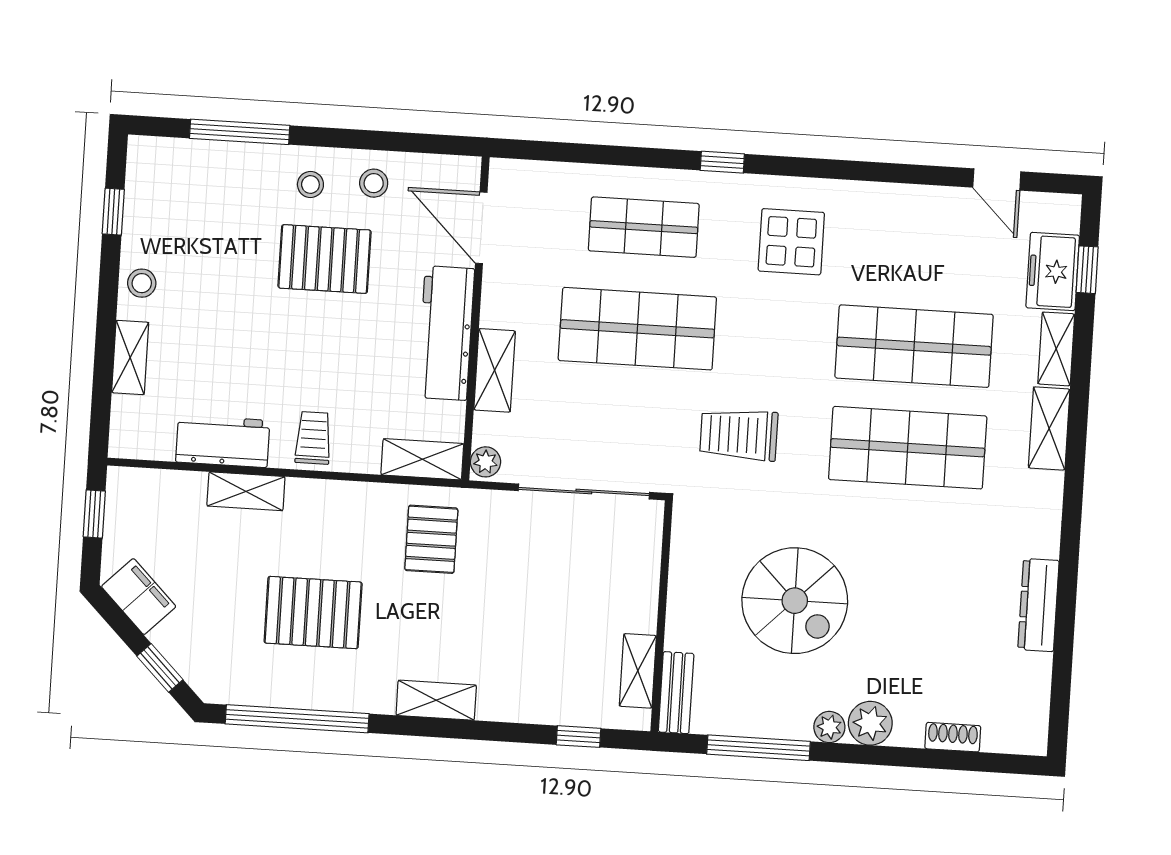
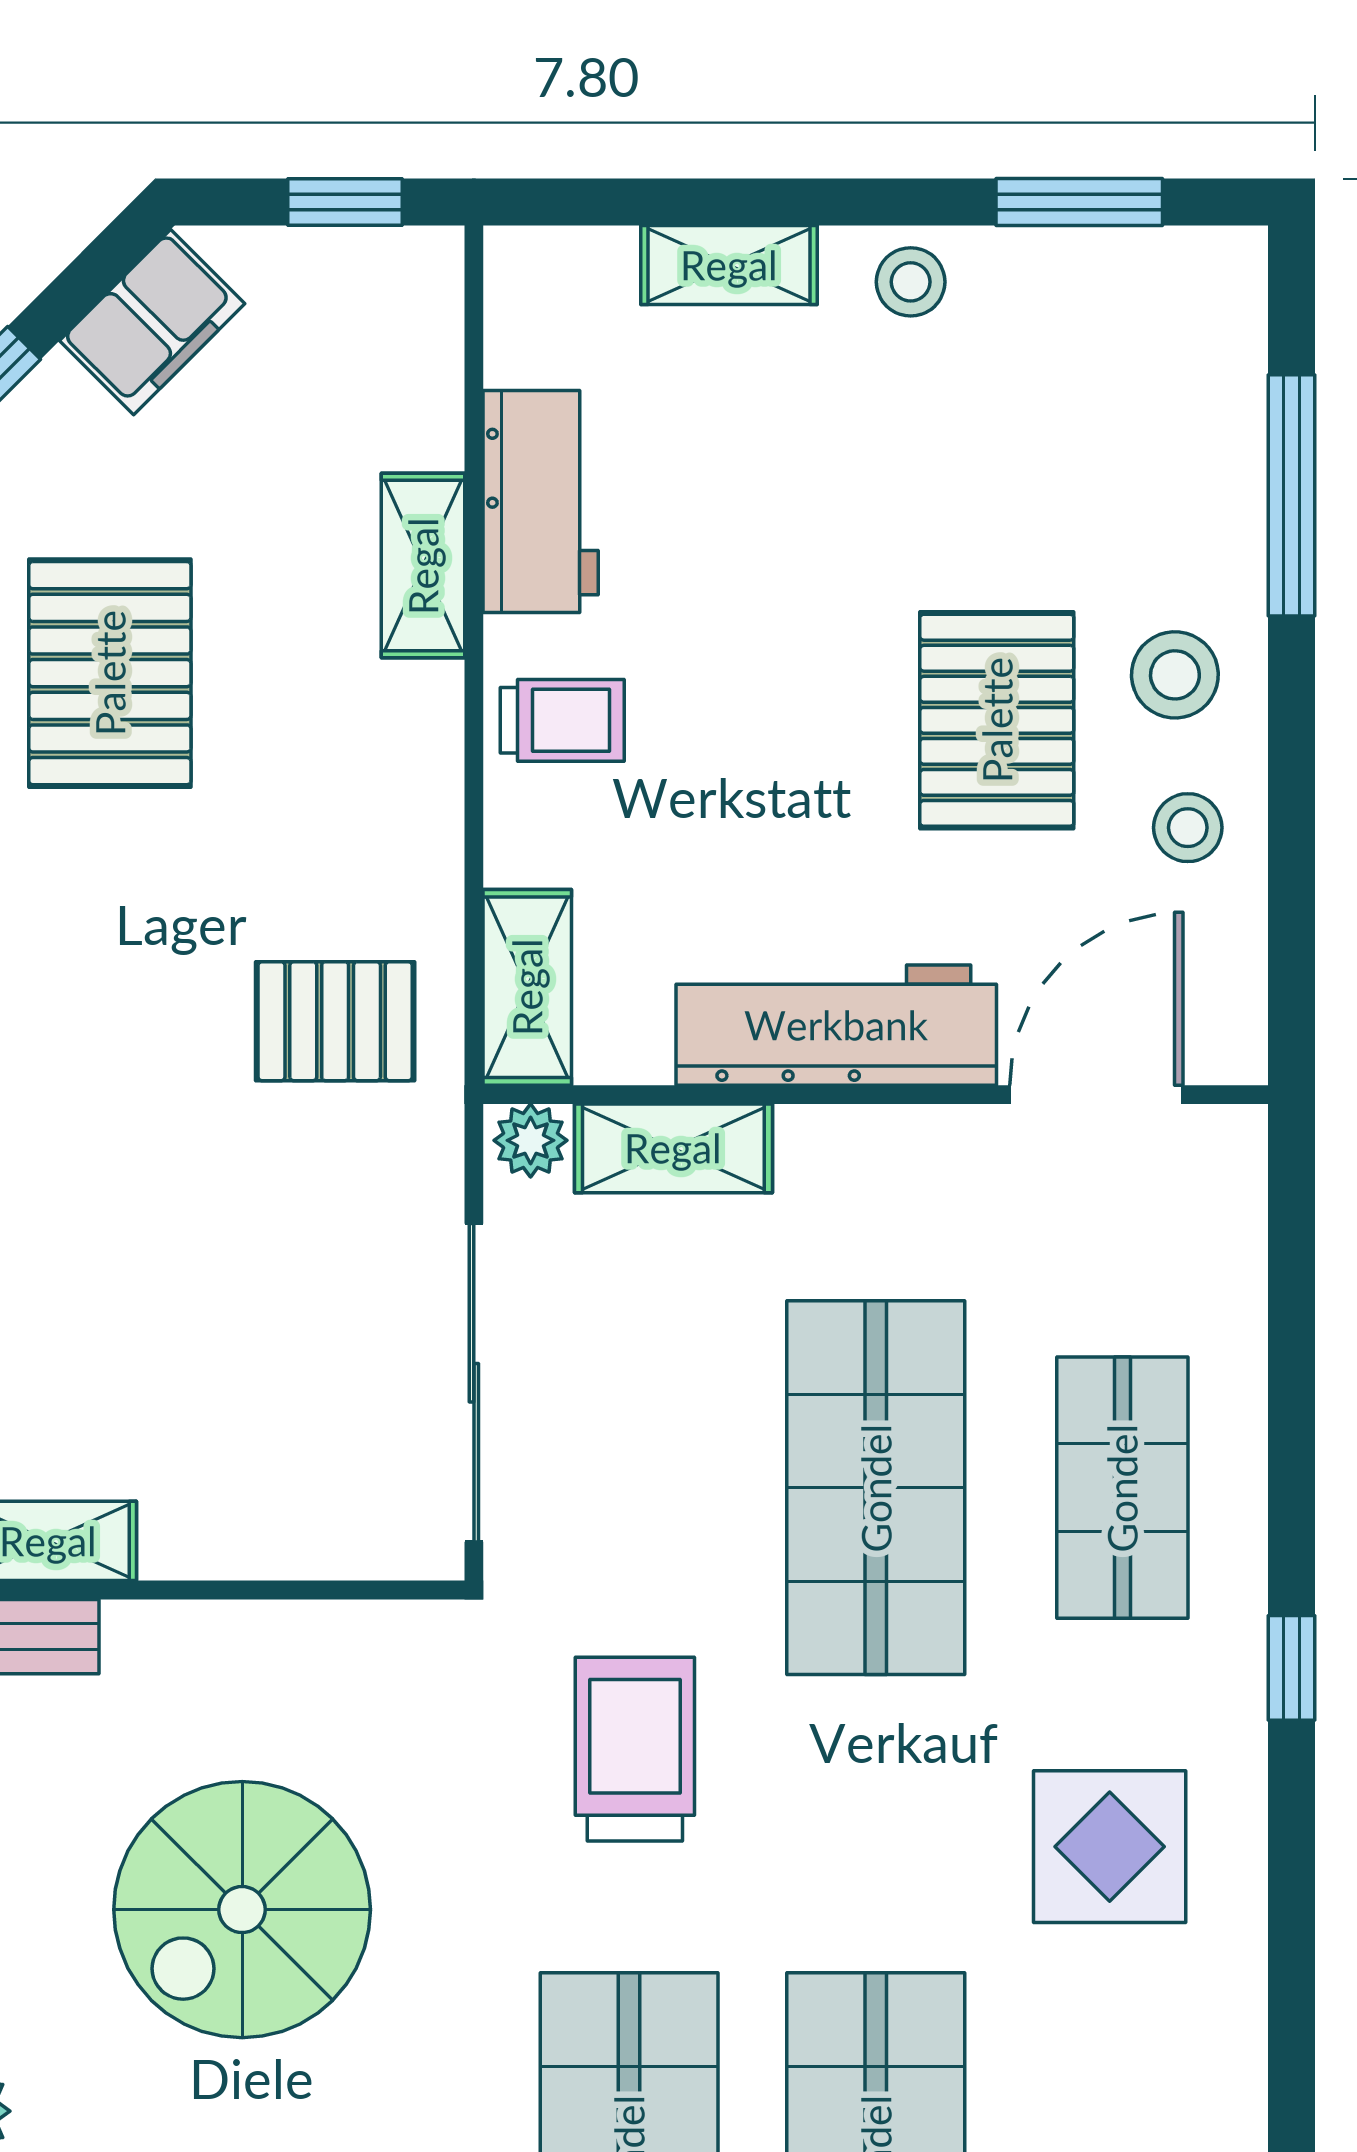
stool: (310, 184) -> (1175, 675), width x1.37, depth x1.37
window: (113, 212) -> (1079, 202), width x1.50
shelving: (495, 370) -> (673, 1148), moved
pallet: (313, 613) -> (110, 673), moved

